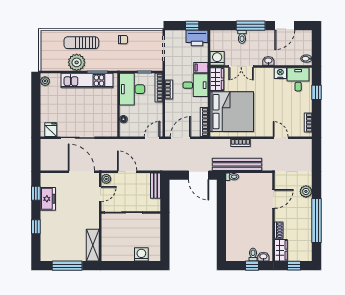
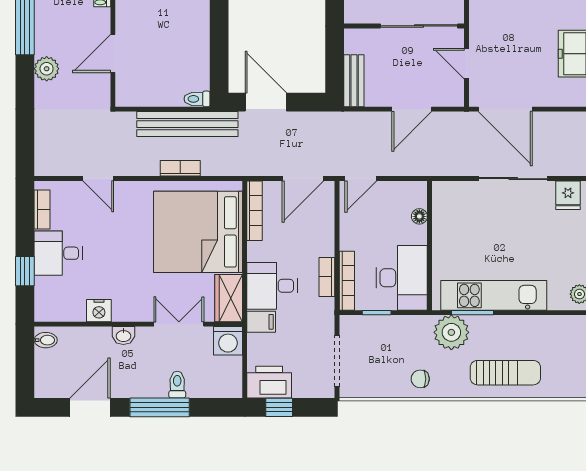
plant: (77, 62) -> (451, 332), moved
desk: (298, 79) -> (58, 253), moved, turned 90
door: (127, 172) -> (412, 109), hinge flipped
plant: (106, 179) -> (454, 94), removed
door: (100, 194) -> (466, 64), hinge flipped

